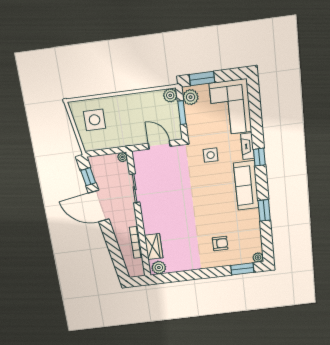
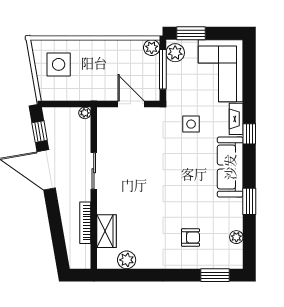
window: (182, 113) -> (163, 69), width x1.44
sliding door: (135, 188) -> (94, 171), moved
plant: (258, 257) -> (236, 237), moved
plant: (159, 268) -> (127, 260), moved

